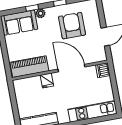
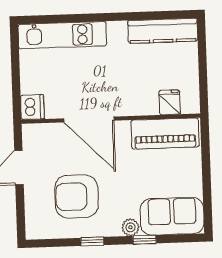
armchair: (72, 26) -> (76, 196), turned 90
fridge: (47, 81) -> (170, 102), moved

